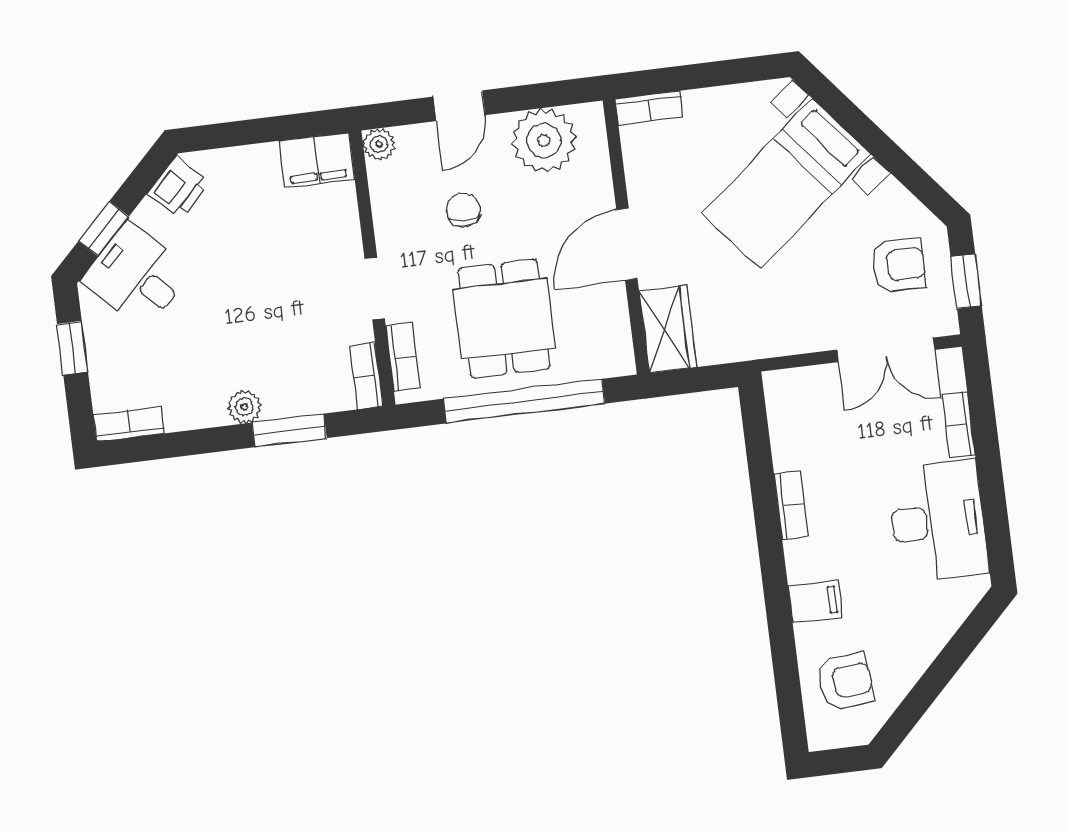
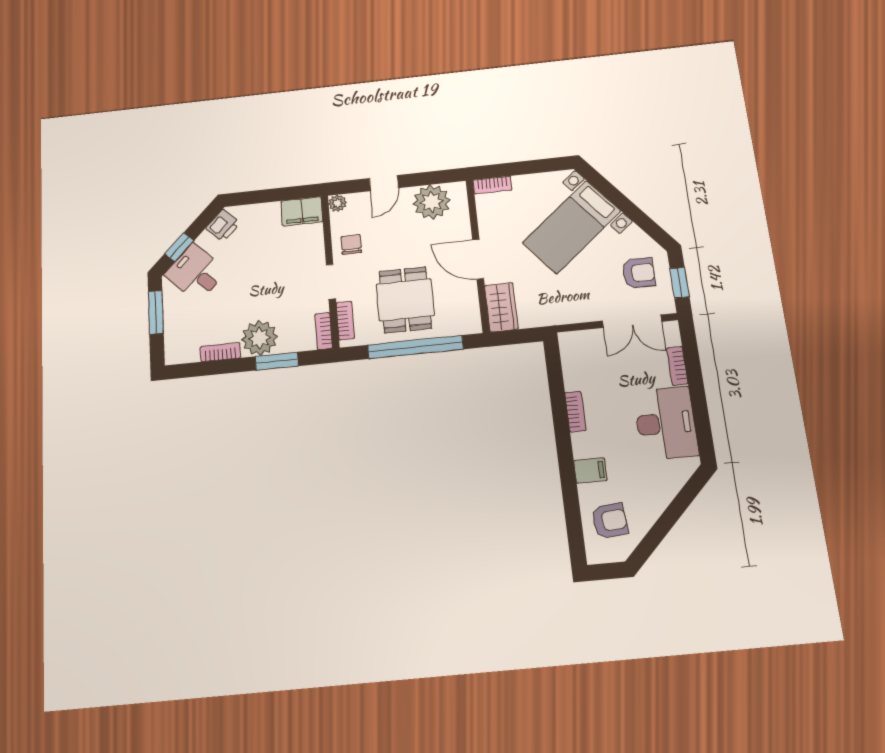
chair: (463, 210) -> (351, 244), moved
door: (627, 244) -> (478, 259), hinge flipped
window: (72, 348) -> (156, 312), width x1.50
plant: (244, 407) -> (260, 338), width x1.88, depth x1.88
bookcase: (129, 424) -> (220, 352), moved

